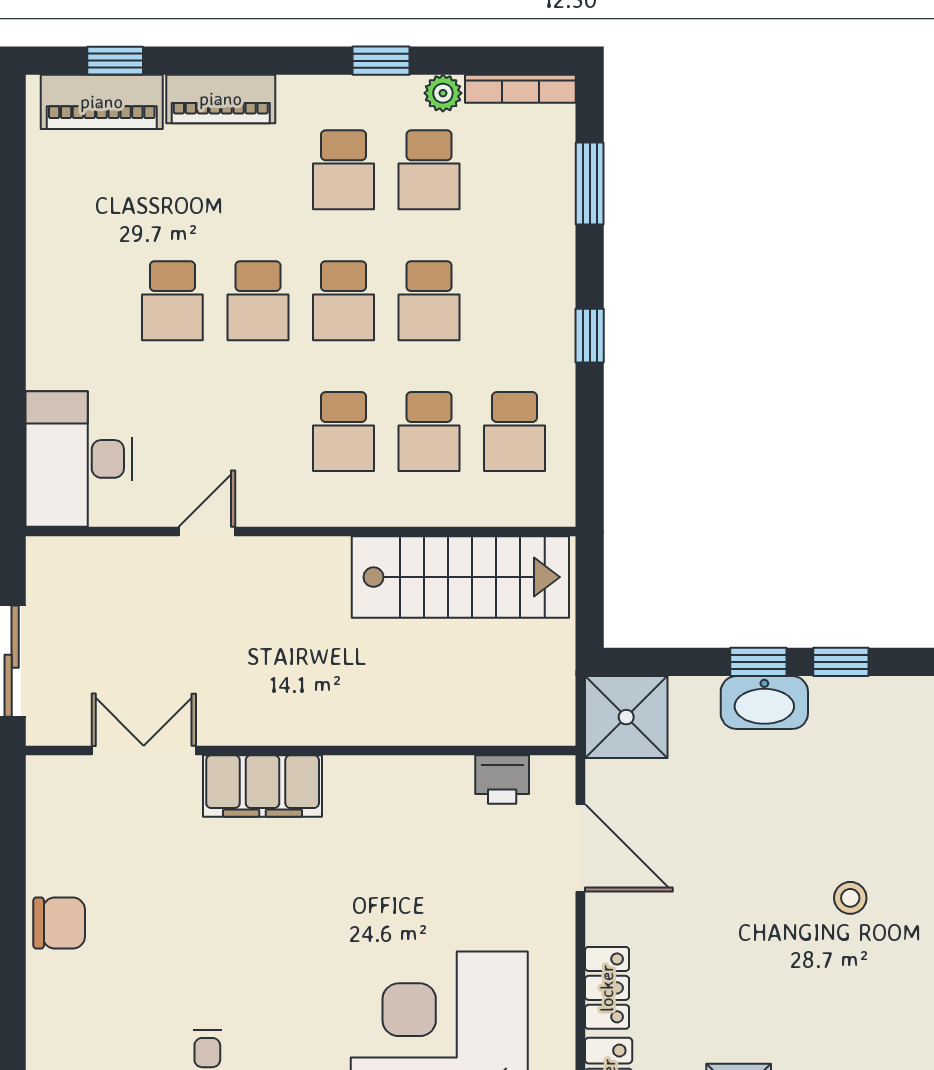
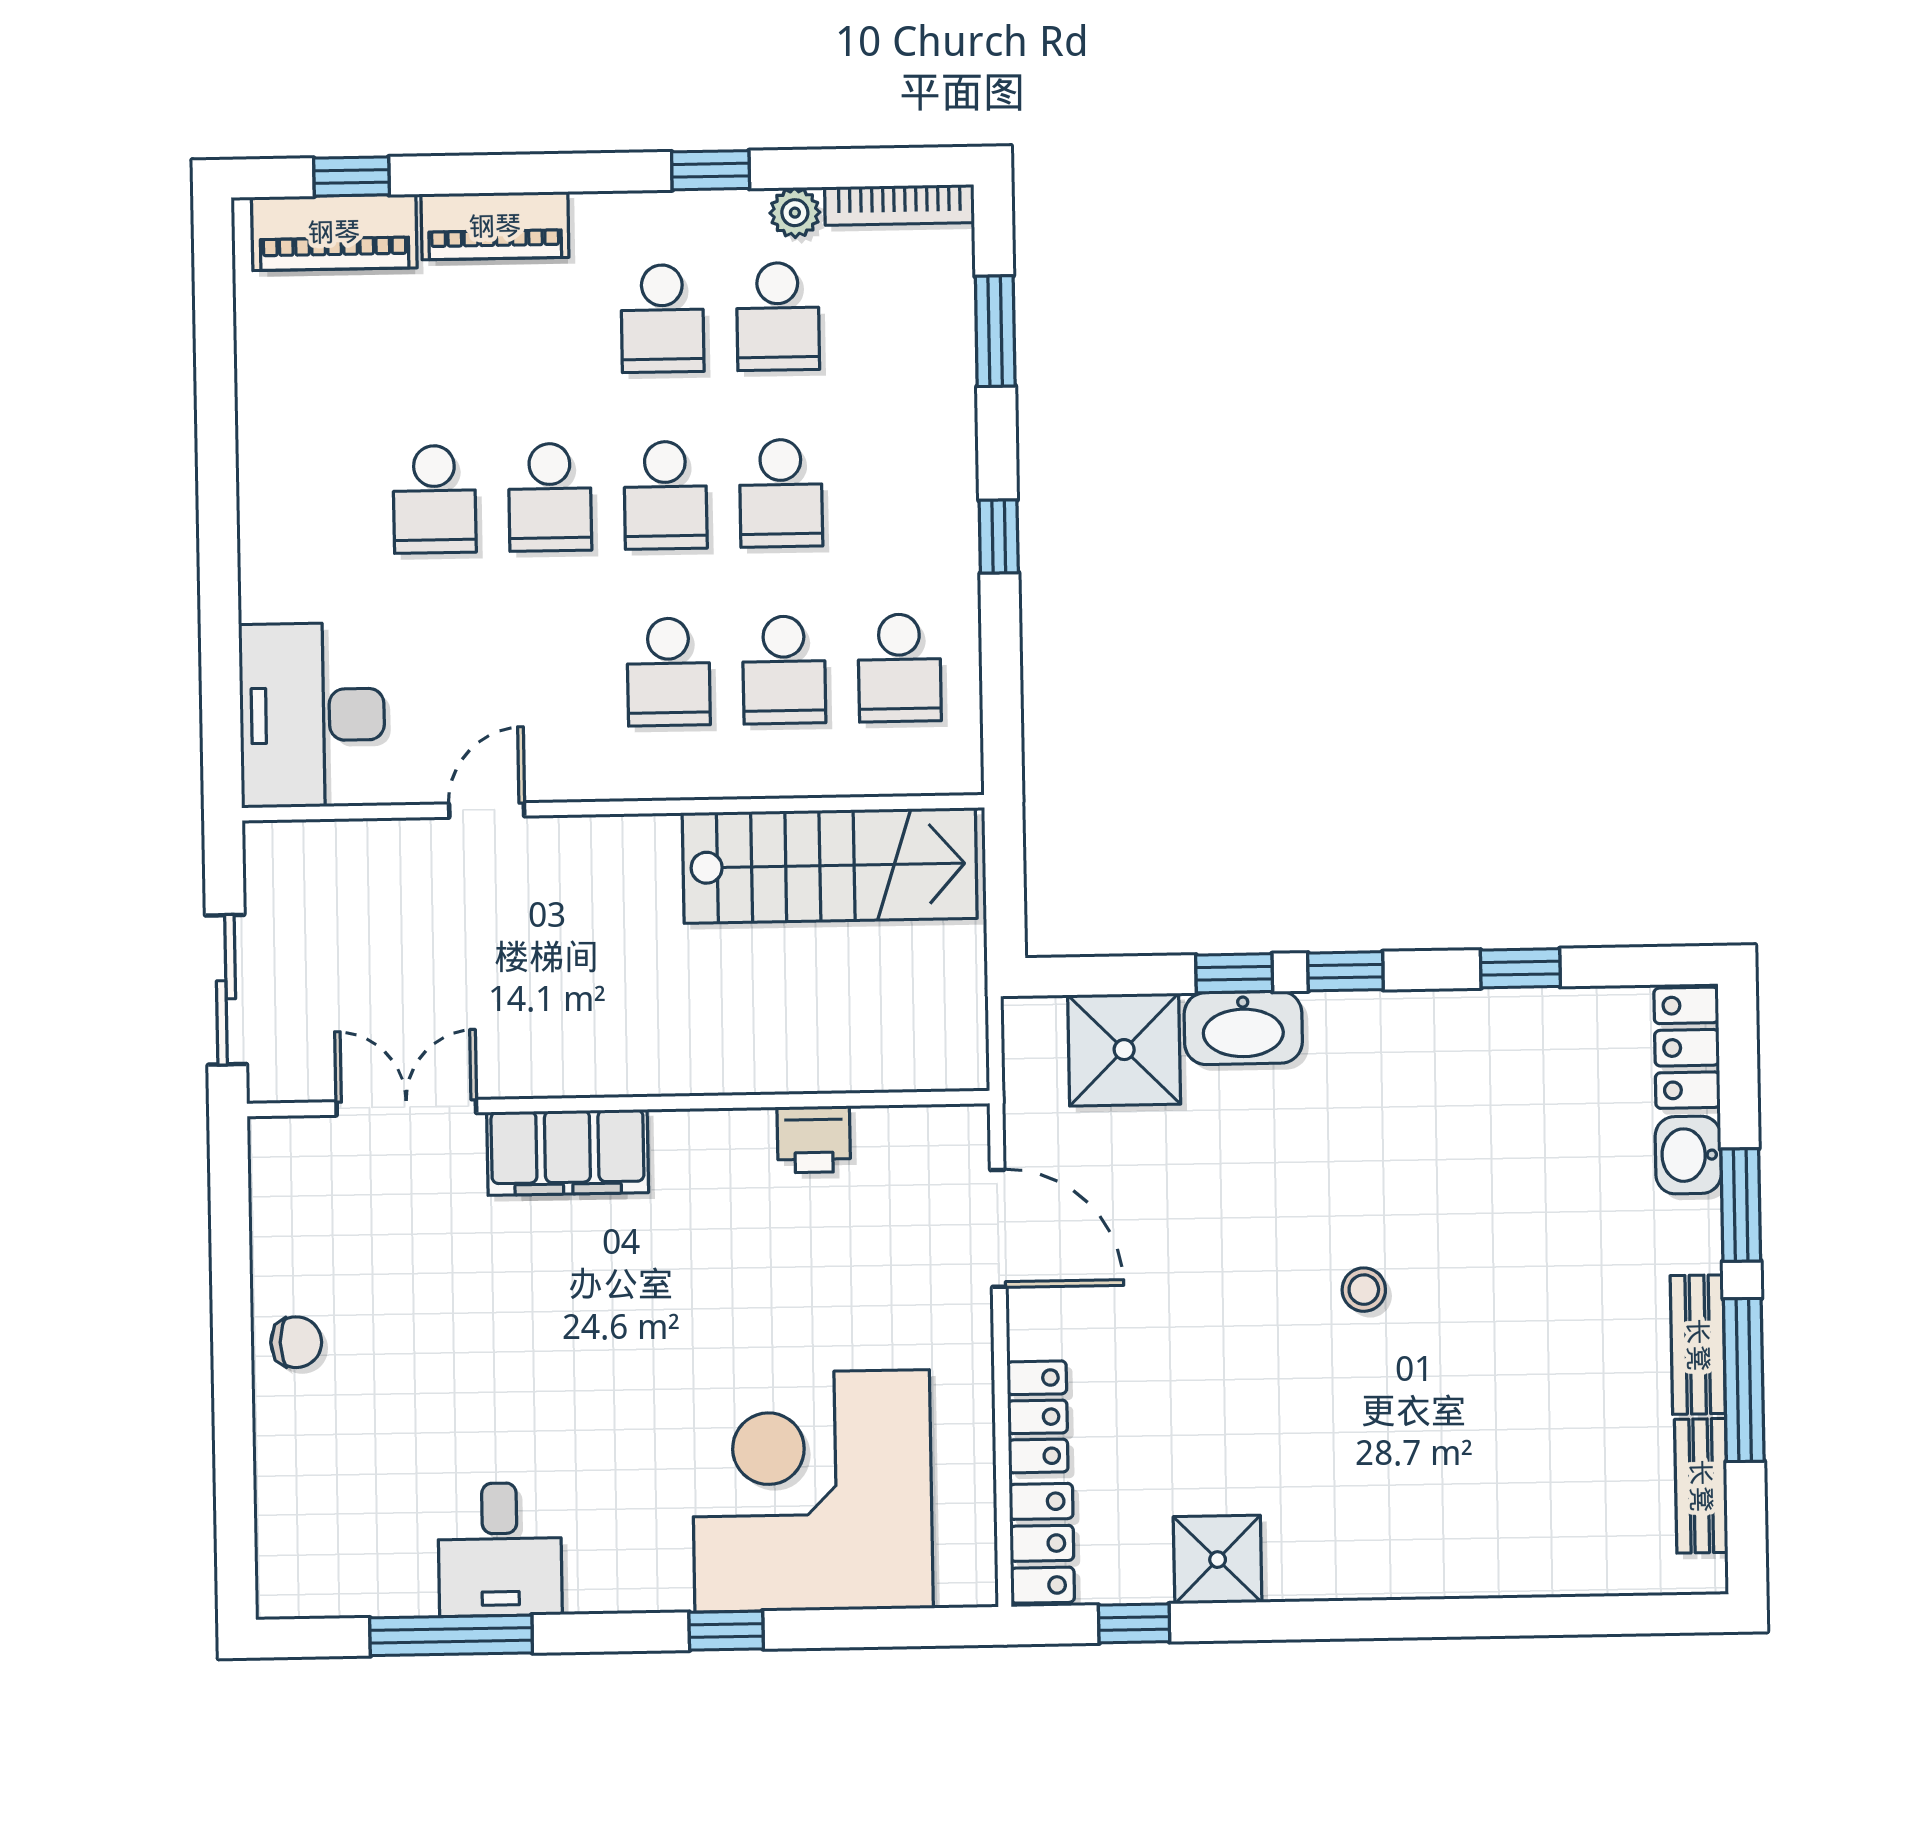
shower: (626, 717) -> (1124, 1050), moved
printer: (502, 780) -> (814, 1139), moved
chair: (59, 923) -> (296, 1342), width x0.73, depth x0.73

